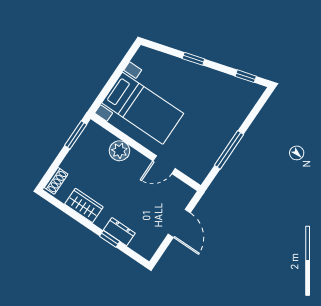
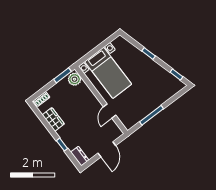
plant: (119, 151) -> (75, 79), moved
door: (164, 165) -> (110, 111), hinge flipped
dresser: (119, 232) -> (80, 156), moved

